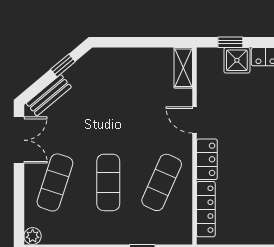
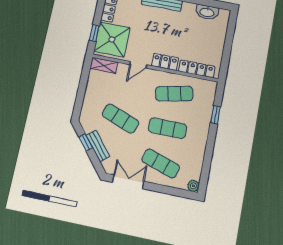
shower: (237, 60) -> (112, 39), width x1.86, depth x1.86
bench: (49, 95) -> (98, 146), moved
exercise mat: (108, 110) -> (120, 119), added
exercise mat: (162, 182) -> (174, 94), turned -36

